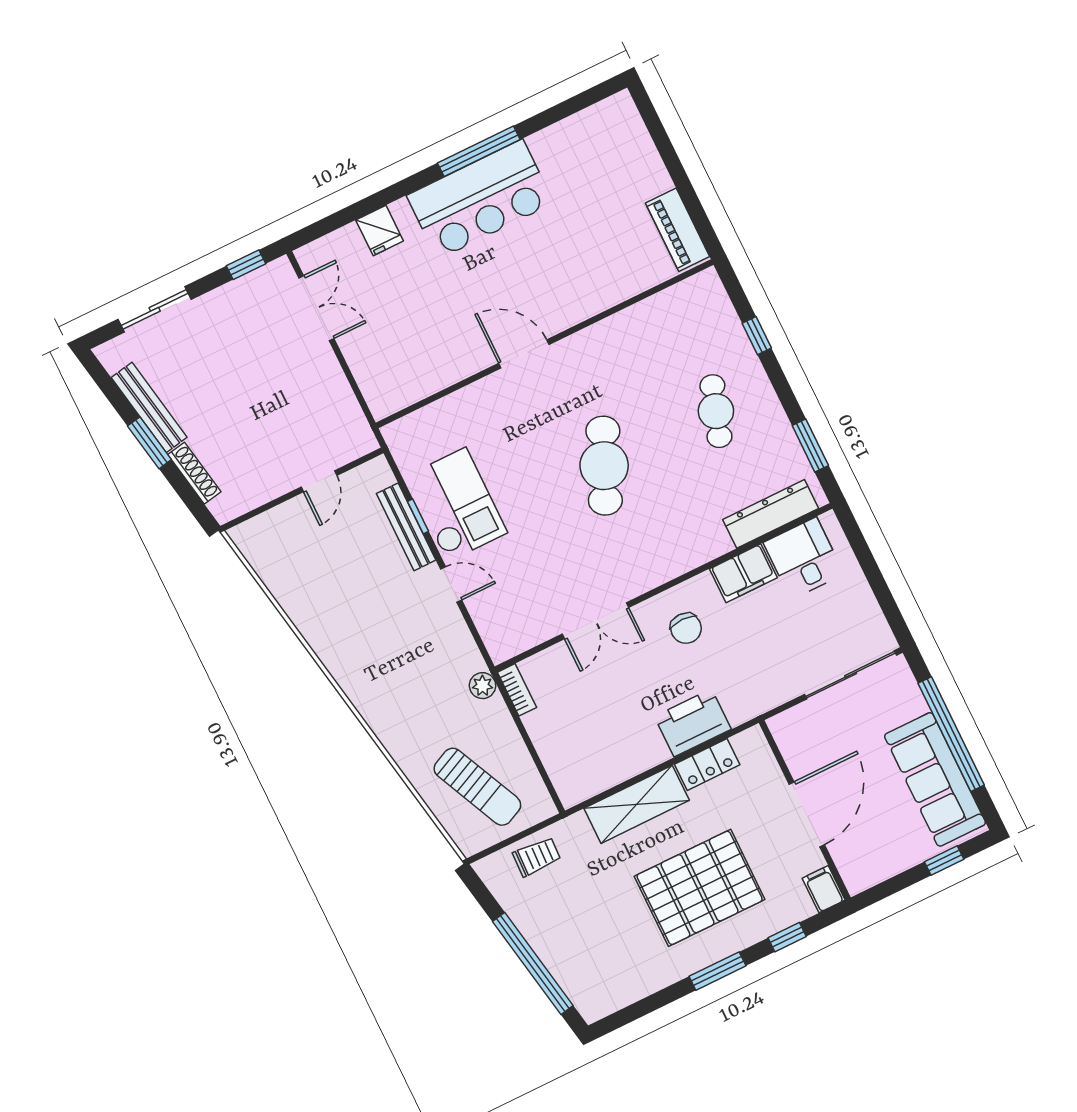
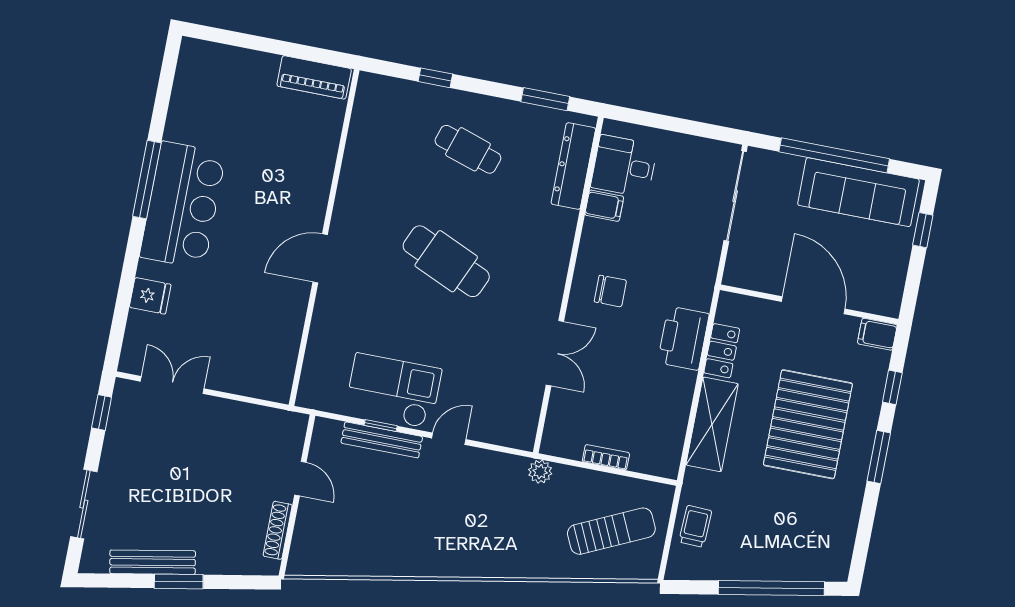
shoe rack: (194, 473) -> (278, 530), moved, turned -80
filing cabinet: (743, 573) -> (604, 206), width x0.50
bookcase: (517, 690) -> (606, 457), moved

